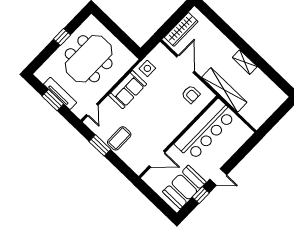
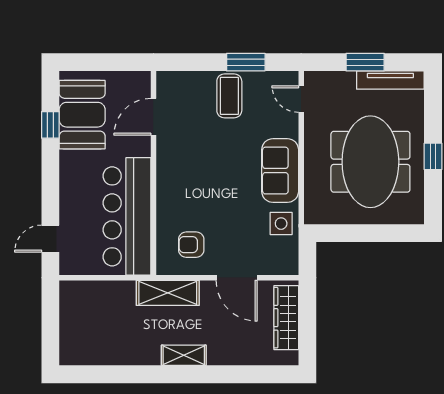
shelving: (245, 62) -> (184, 355), moved
shelving: (224, 90) -> (168, 293), width x0.68
tv unit: (60, 93) -> (390, 80), moved
door: (218, 177) -> (50, 239), moved

